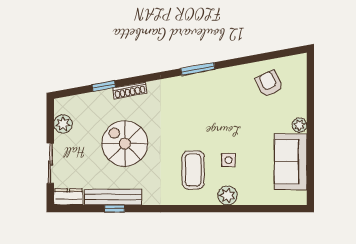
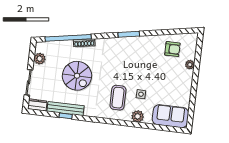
armchair: (269, 84) -> (172, 49), turned 116
window: (104, 86) -> (68, 38), width x3.17
plant: (299, 125) -> (190, 65), moved
spiral stairs: (125, 144) -> (77, 76), turned 180
sofa: (291, 162) -> (170, 116), moved, turned 90

